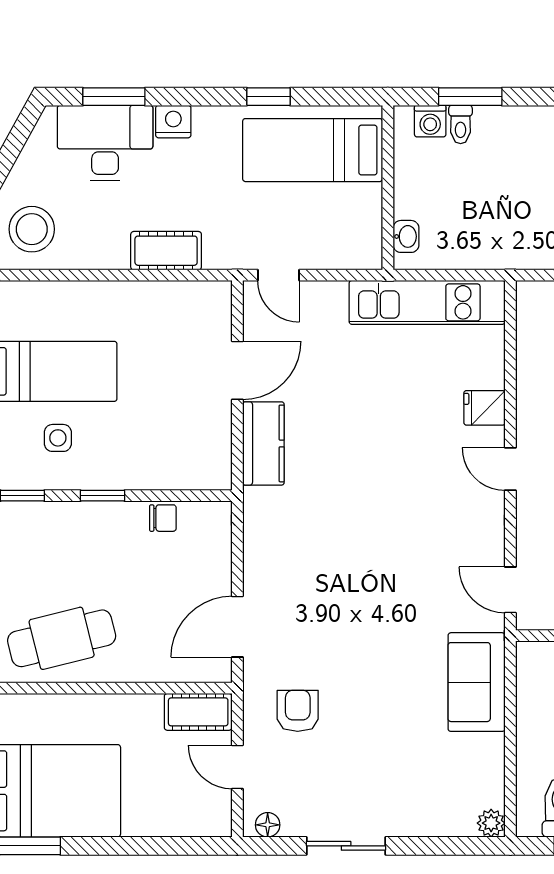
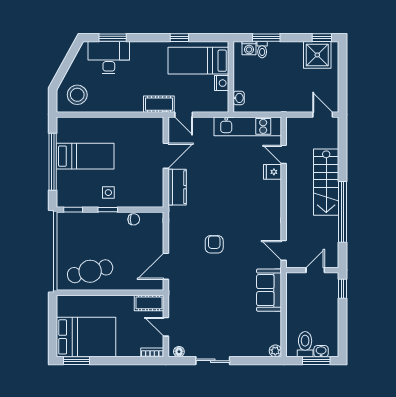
nightstand: (173, 122) -> (222, 83), moved, turned 90
cot: (166, 251) -> (159, 104), moved
side table: (58, 438) -> (108, 193), moved
door: (510, 469) -> (284, 154), moved
armchair: (298, 711) -> (214, 244), moved
bookcase: (206, 826) -> (152, 352), added

